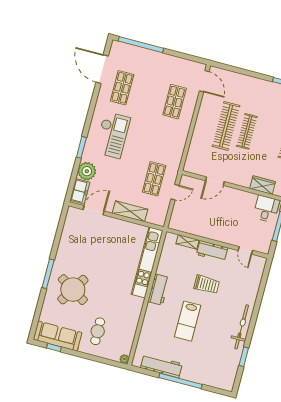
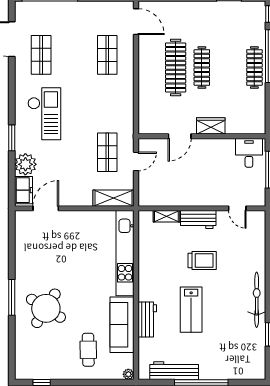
wardrobe: (263, 185) -> (211, 126), moved
shelving: (130, 211) -> (114, 198), moved
workbench: (159, 290) -> (147, 320), moved
sofa: (58, 336) -> (122, 325), moved, turned -90

